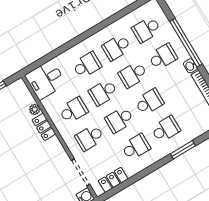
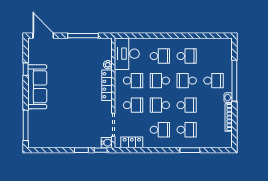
school desk: (146, 29) -> (214, 56), removed
school desk: (117, 47) -> (187, 56), turned 180
desk: (46, 80) -> (127, 54), width x1.37
locker: (44, 127) -> (107, 85), width x1.53
school desk: (90, 138) -> (133, 105), turned 180

